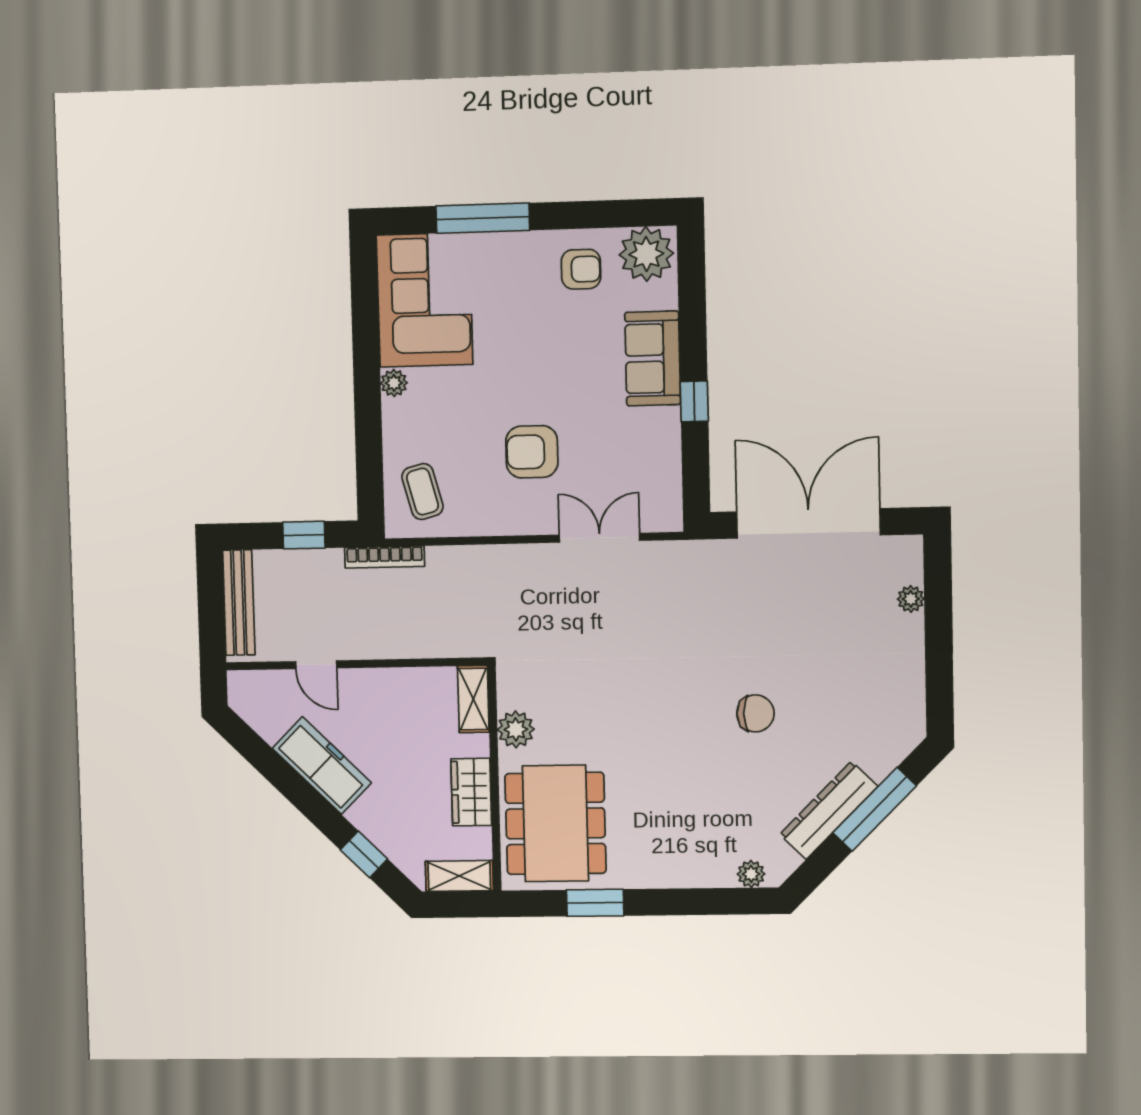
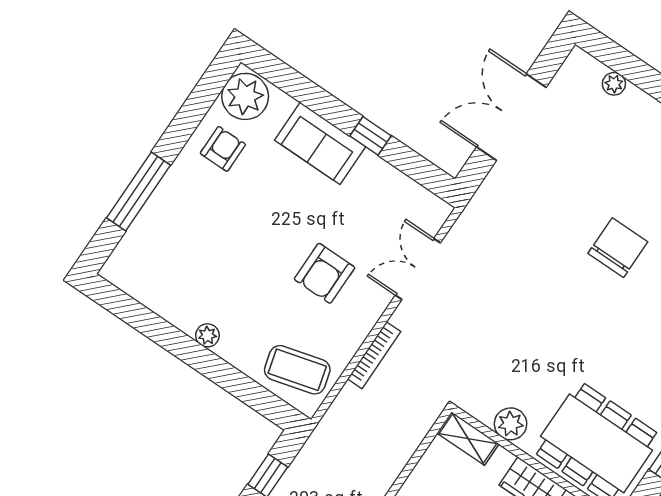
corner sofa: (425, 300) -> (165, 272), removed
coffee table: (422, 492) -> (297, 370), width x1.36, depth x1.30
double door: (808, 523) -> (511, 117), width x0.73
bookcase: (385, 557) -> (374, 355), moved
chair: (755, 713) -> (618, 248), width x1.37, depth x1.37

